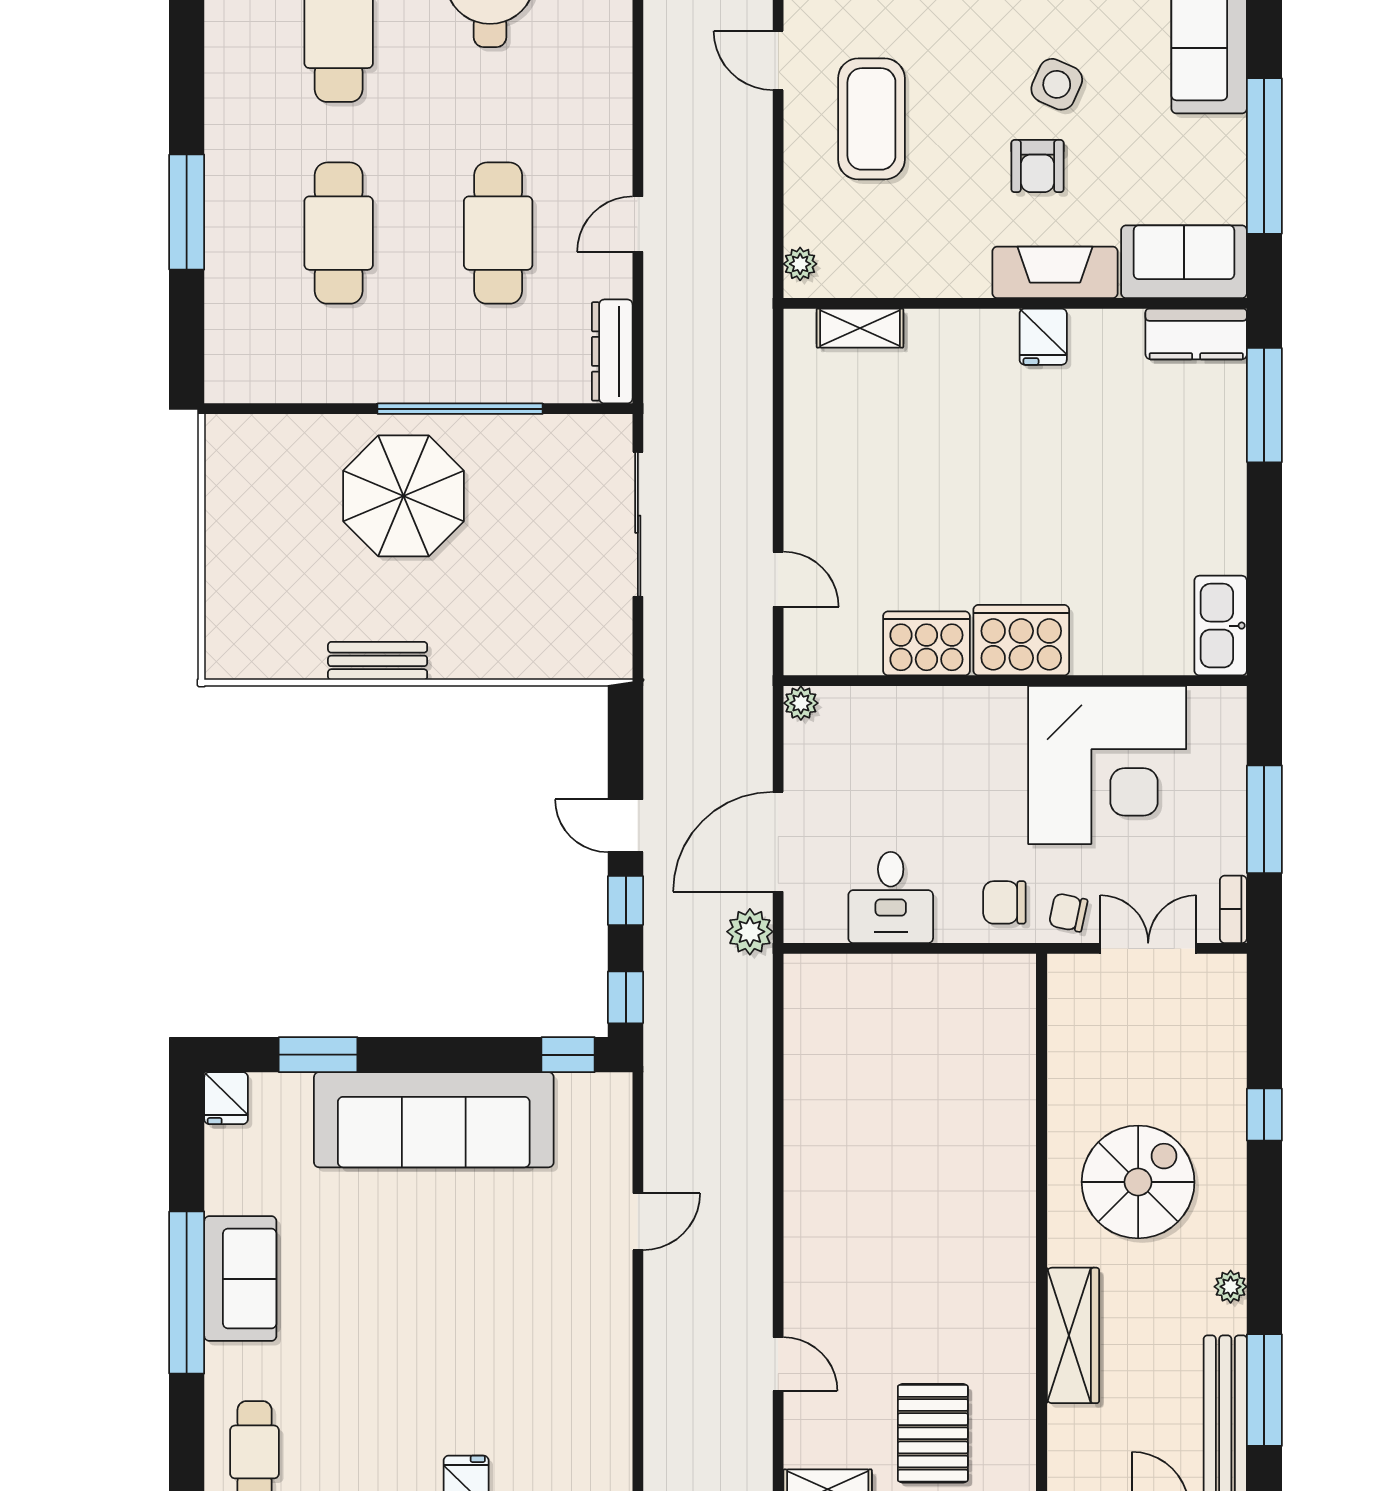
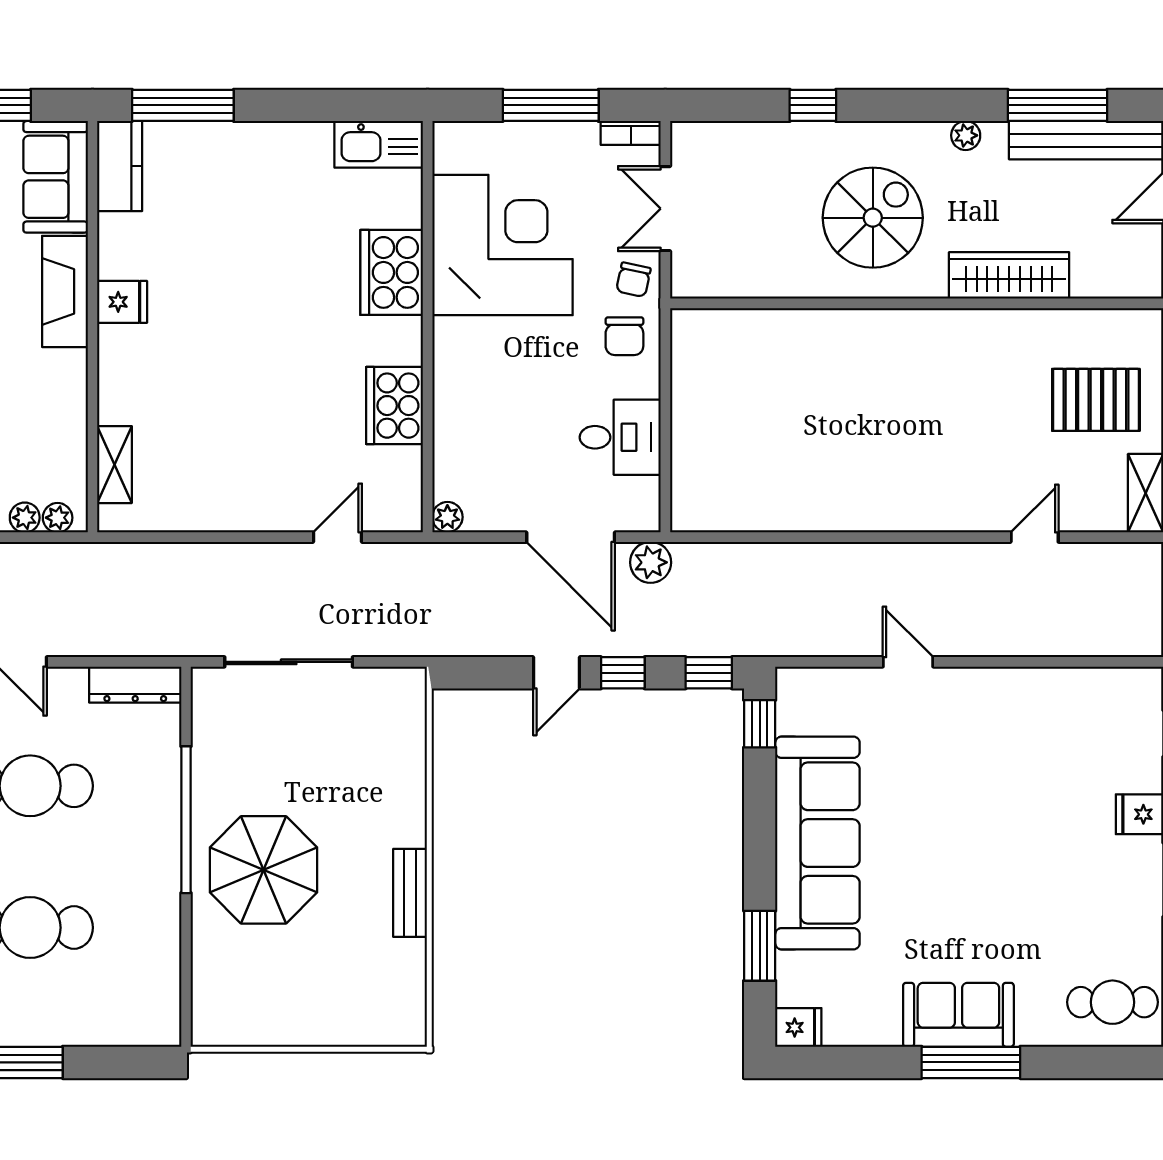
plant: (800, 227) -> (25, 518), added
cooker: (1021, 640) -> (392, 272), moved
spiral stairs: (1138, 1182) -> (873, 218), turned 90
window: (187, 1292) -> (971, 1062), width x0.68

